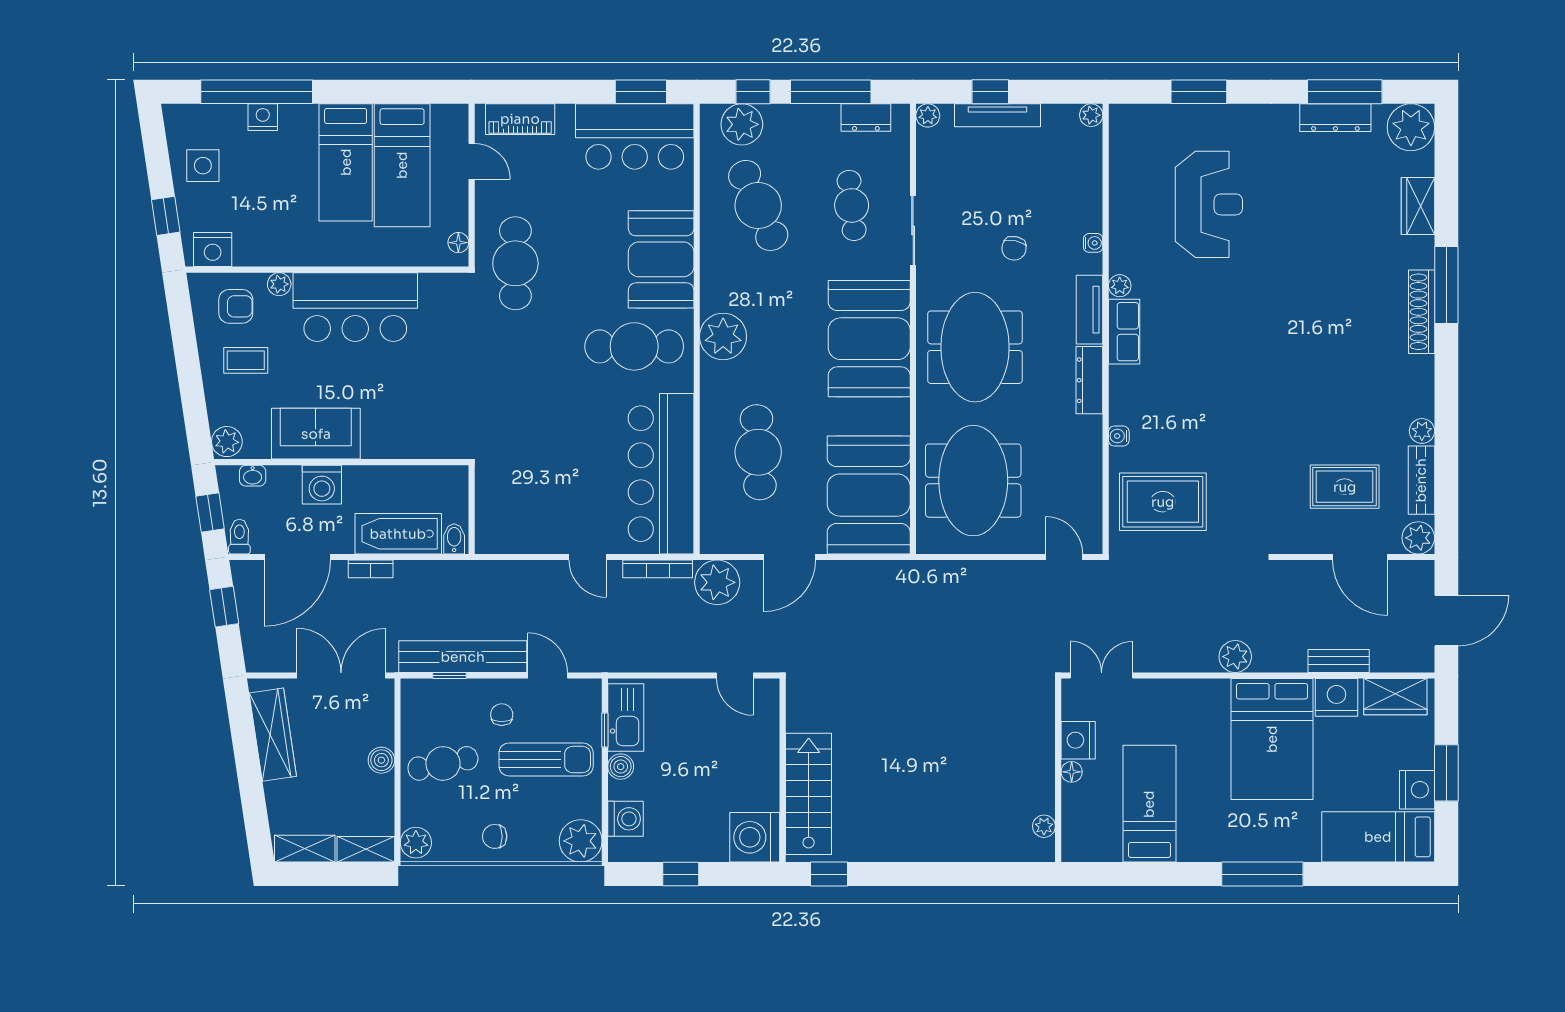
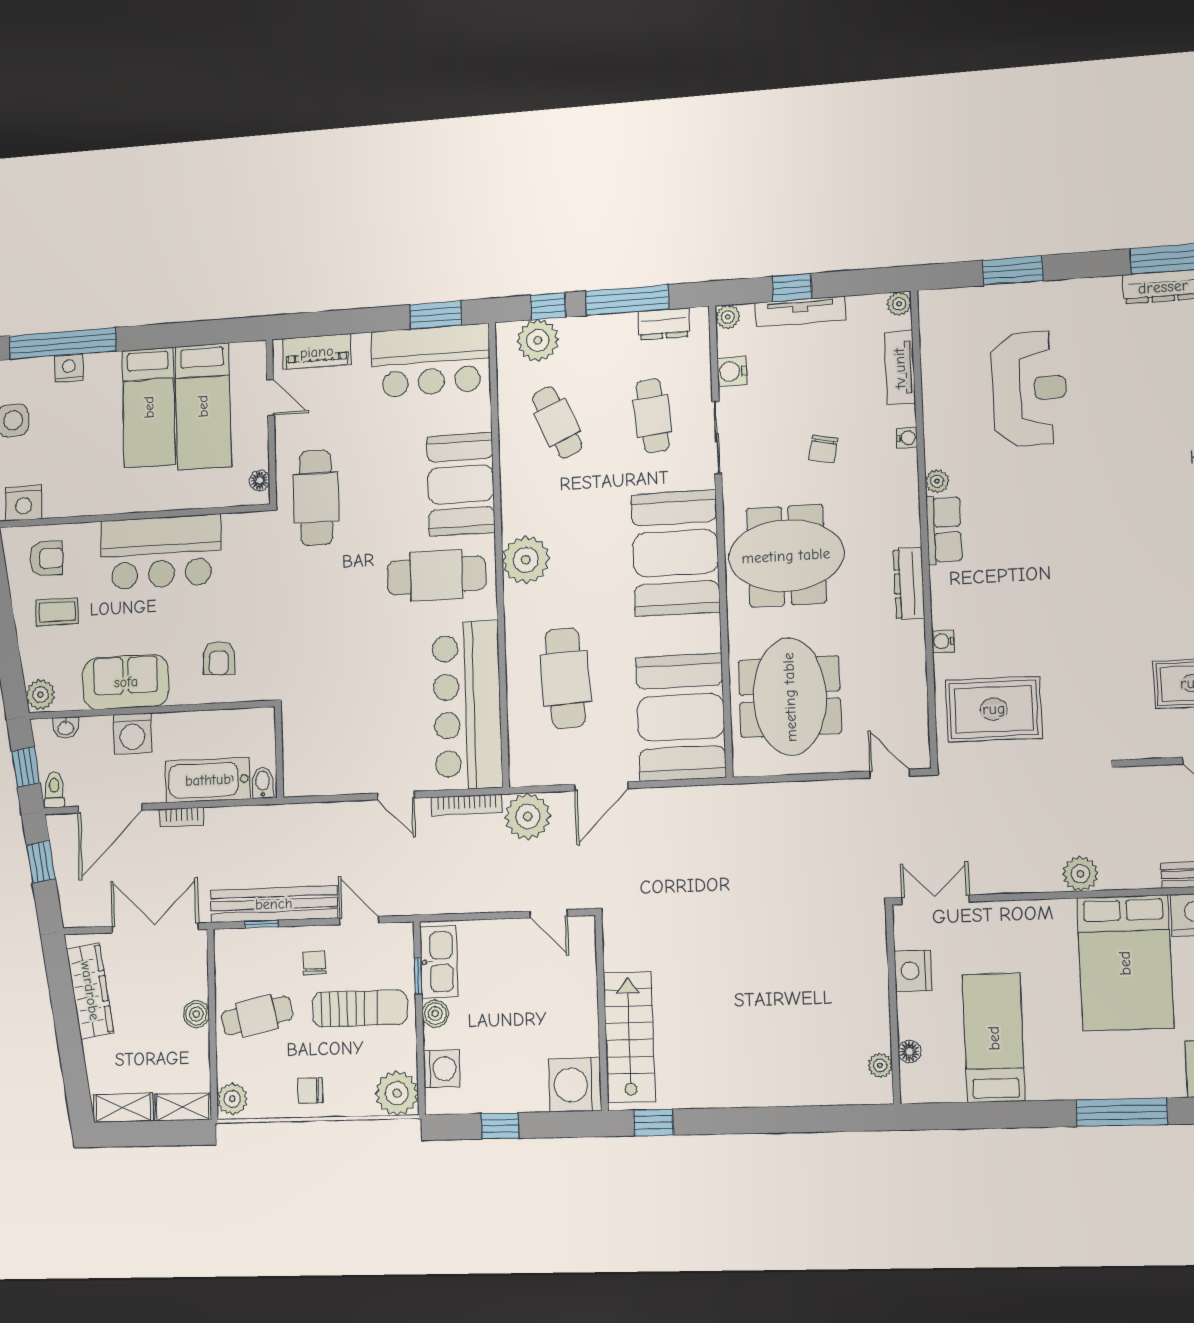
water cooler: (930, 168) -> (732, 371), added
cafe table: (758, 205) -> (557, 422), width x0.73, depth x0.74
plant: (279, 284) -> (87, 534), removed
tv unit: (1089, 310) -> (900, 368), moved
meeting table: (975, 347) -> (786, 556), turned 90
armchair: (412, 415) -> (219, 658), added
floor lamp: (1072, 772) -> (909, 1052), moved

